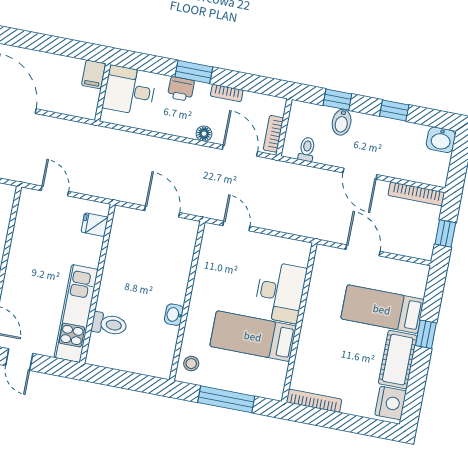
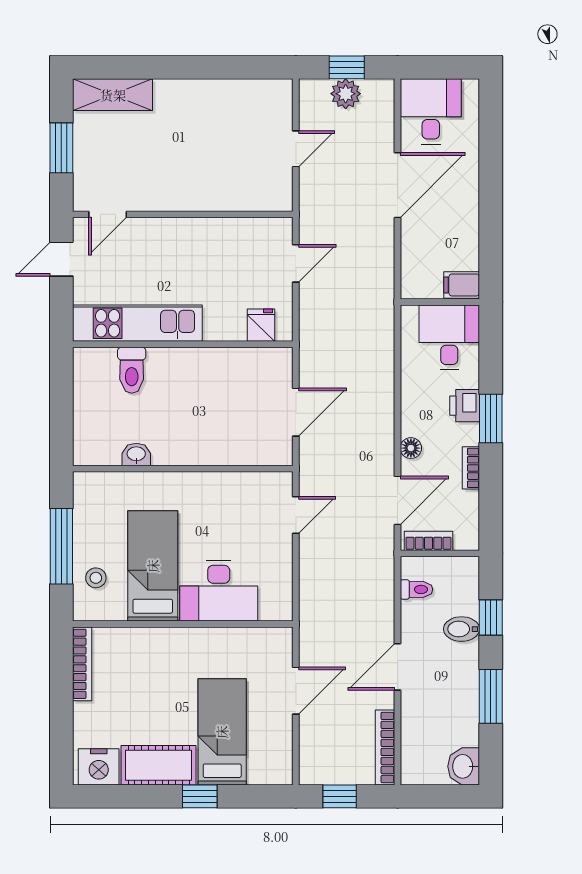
window: (394, 111) -> (491, 696), width x1.50
washbasin: (174, 315) -> (136, 454), moved
stool: (191, 364) -> (96, 578), moved

